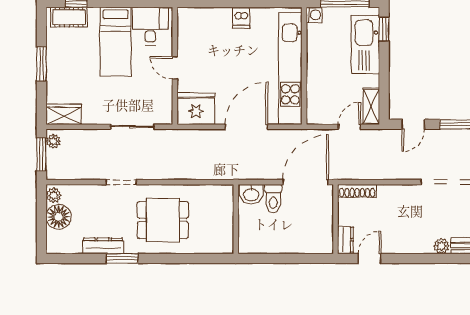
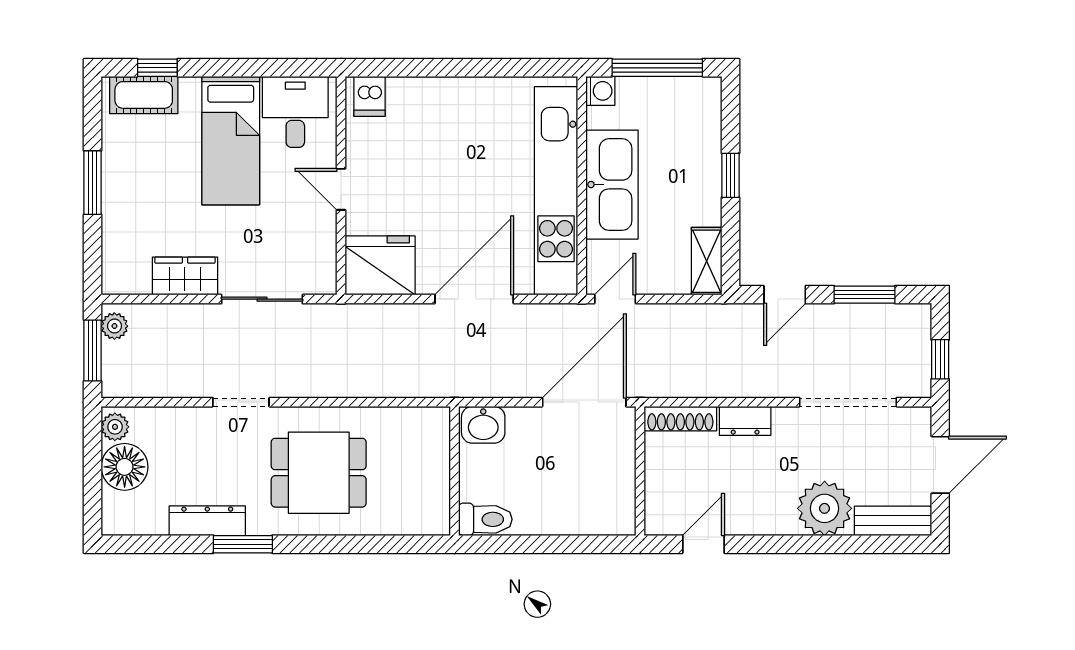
dishwasher: (241, 18) -> (370, 96), moved
window: (384, 29) -> (730, 175), moved
kitchen sink: (365, 44) -> (612, 185), moved, turned 180
wardrobe: (64, 114) -> (185, 276), moved
door: (349, 127) -> (615, 299), moved
toilet: (273, 199) -> (485, 519), moved, turned -90
dresser: (346, 240) -> (745, 421), moved, turned 90
plant: (441, 246) -> (825, 508), width x1.88, depth x1.88

